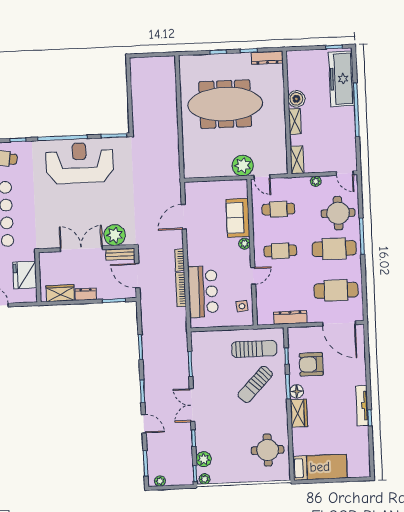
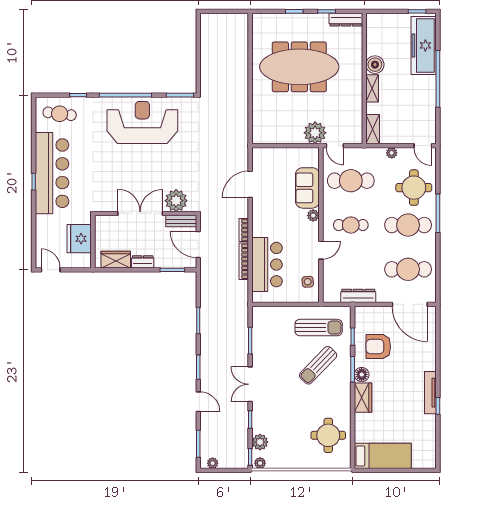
cafe table: (278, 209) -> (351, 181), width x1.37, depth x1.35

